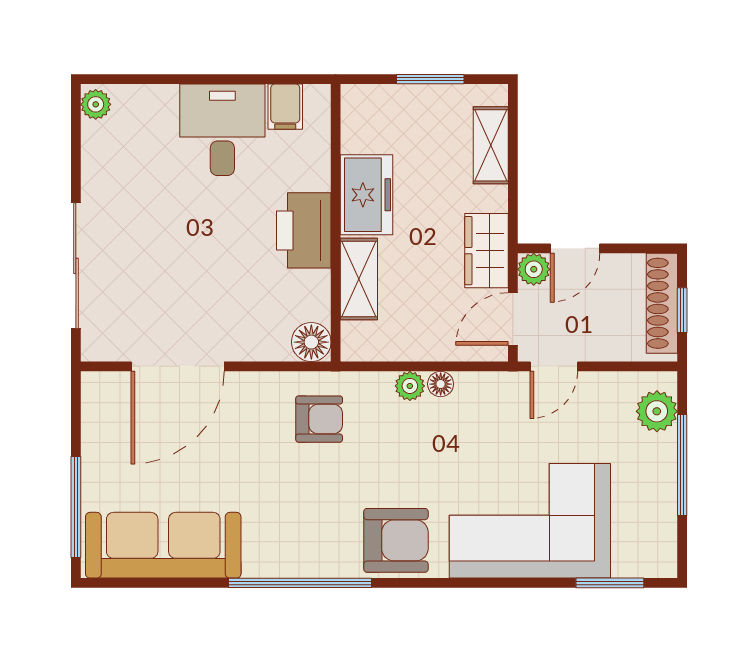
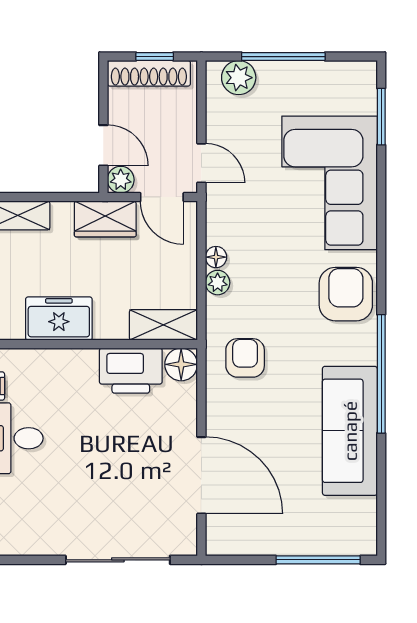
printer: (304, 230) -> (131, 371), moved
shelving: (359, 279) -> (163, 325), moved
sofa: (163, 545) -> (350, 431), moved

